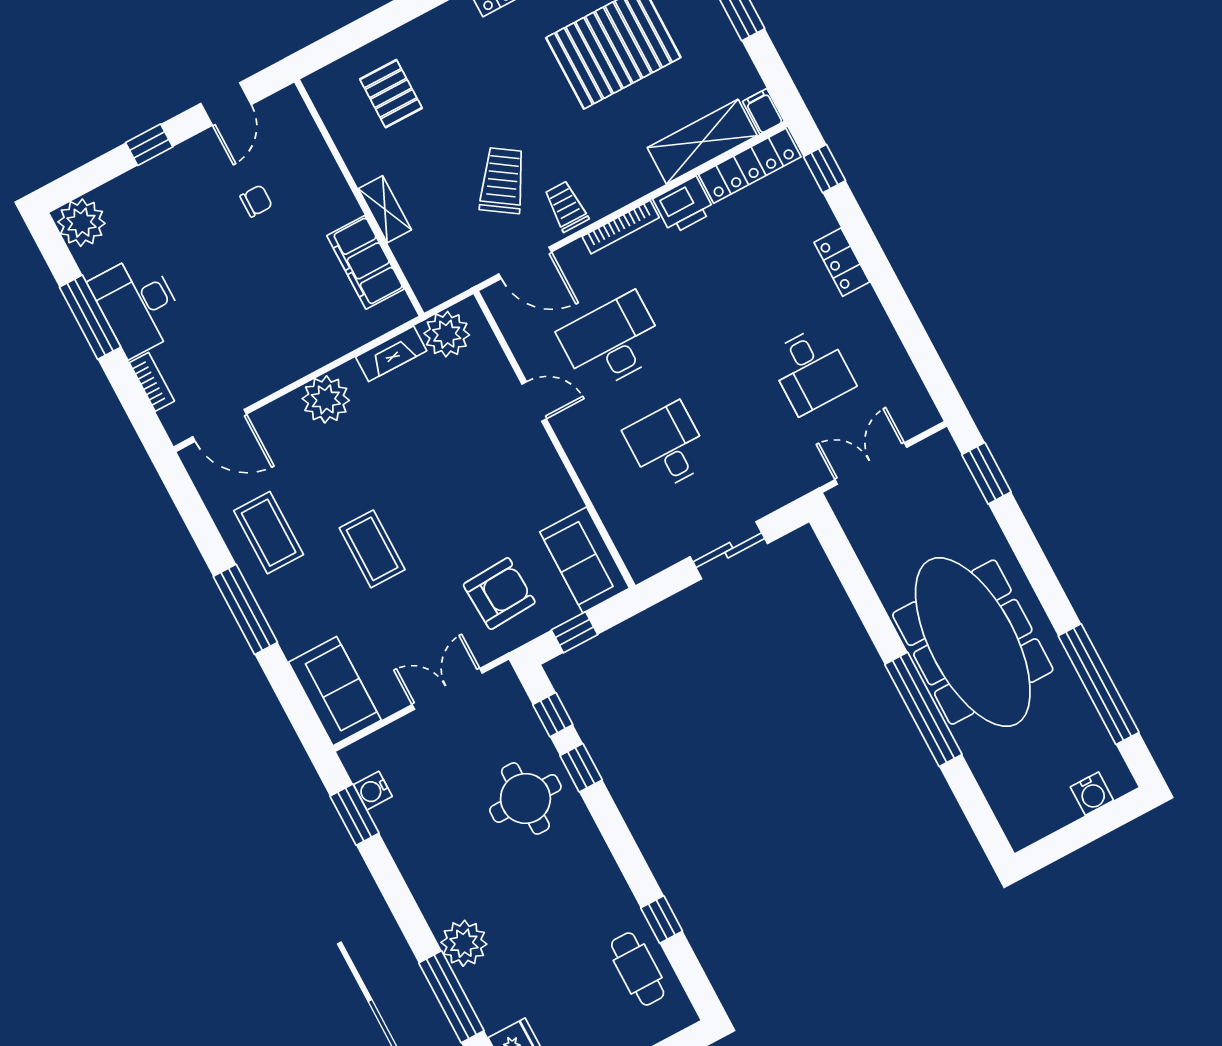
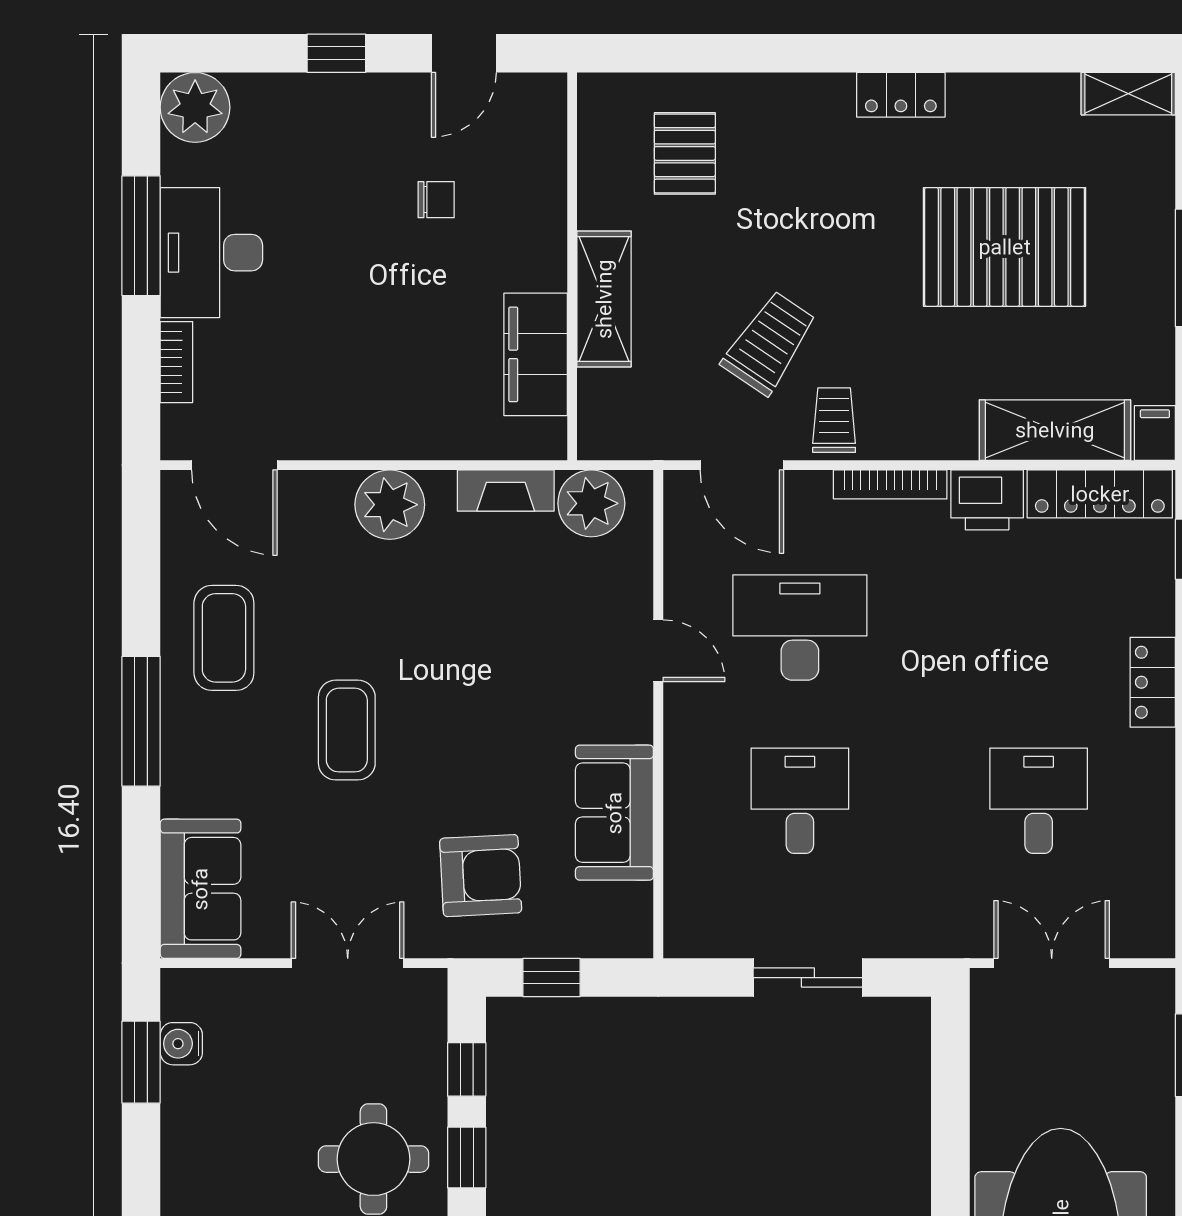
shelving: (385, 209) -> (604, 299), width x1.50, depth x1.33
desk: (811, 370) -> (1039, 801), turned 180
sofa: (585, 560) -> (614, 813), moved

